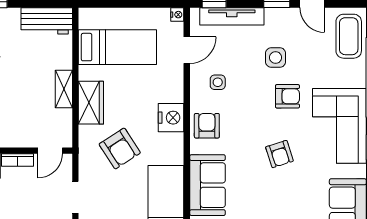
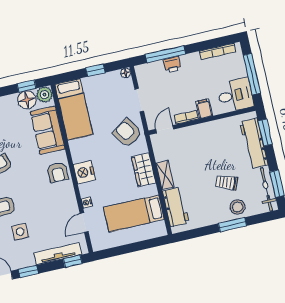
nightstand: (177, 15) -> (87, 203), moved
workbench: (47, 21) -> (176, 207), moved, turned 90
side table: (218, 82) -> (57, 205), removed
armchair: (120, 148) -> (127, 133), moved

